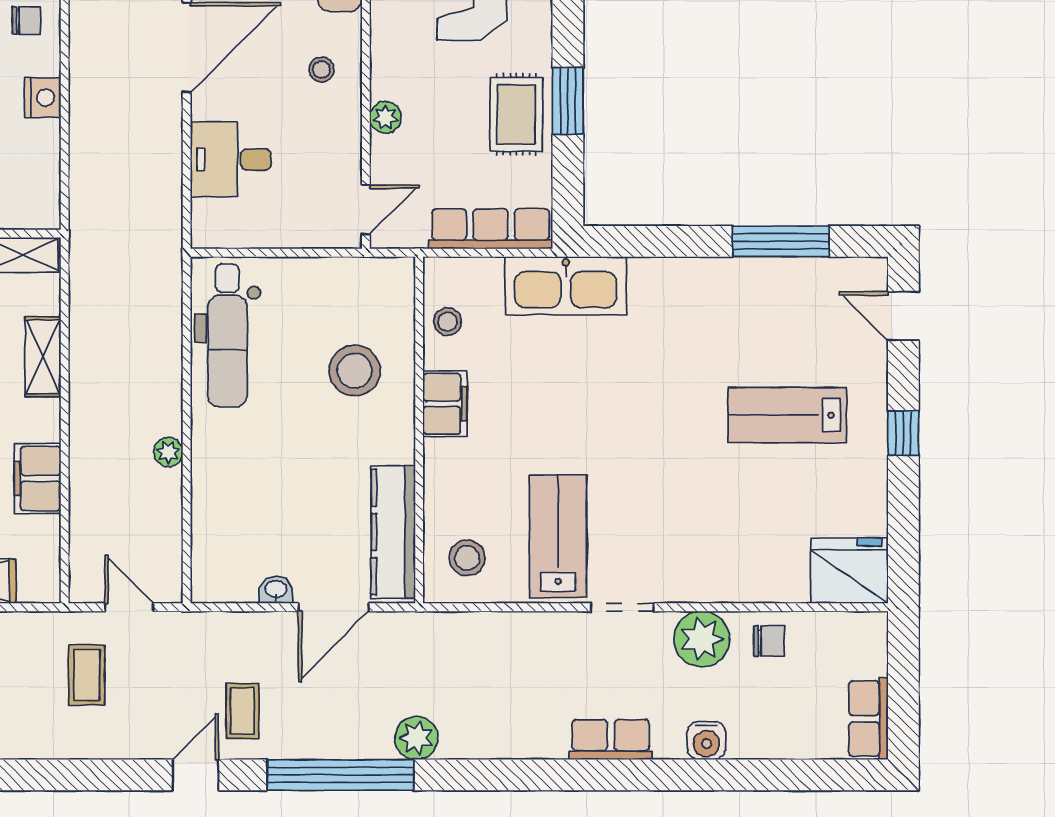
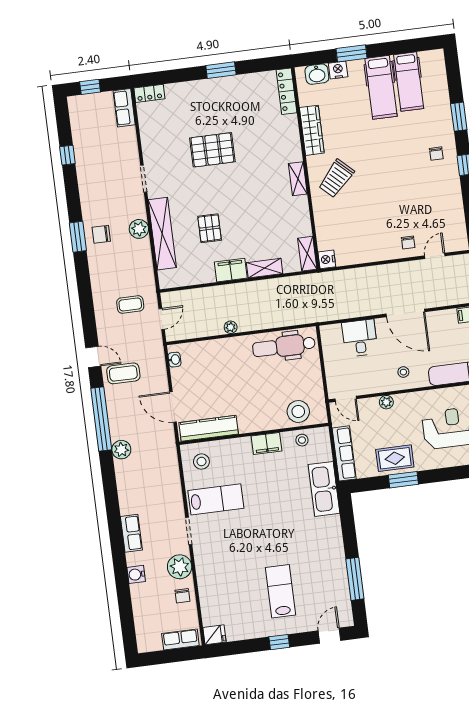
nightstand: (43, 98) -> (327, 259), moved, turned 90
stool: (355, 371) -> (298, 411), moved
filing cabinet: (37, 478) -> (231, 270), moved
fridge: (849, 571) -> (215, 635), width x0.53, depth x0.75
washbasin: (276, 590) -> (175, 360), moved
coffee table: (242, 711) -> (123, 373), width x1.36, depth x1.30
row of seats: (868, 719) -> (180, 639), moved

